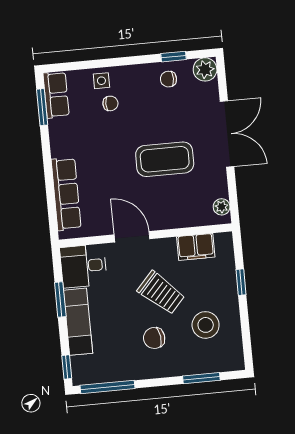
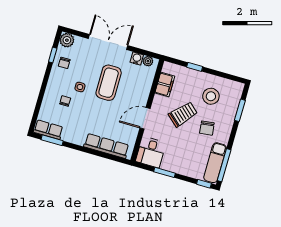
side table: (101, 81) -> (80, 87), moved
water cooler: (219, 188) -> (137, 59), added
exam couch: (78, 322) -> (215, 163), moved, turned -90

